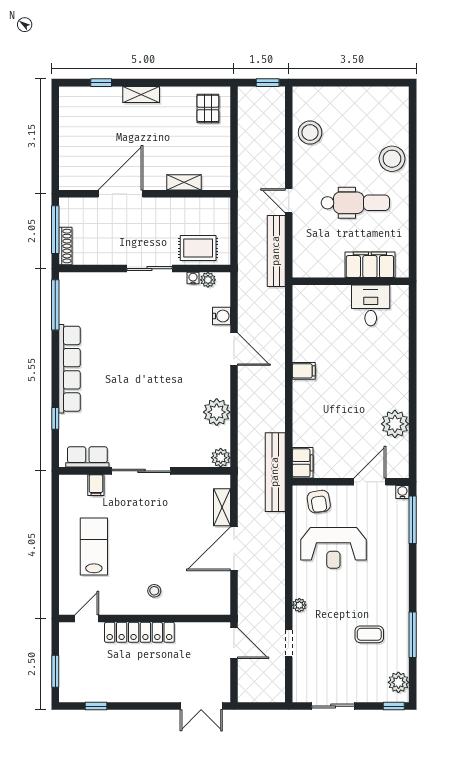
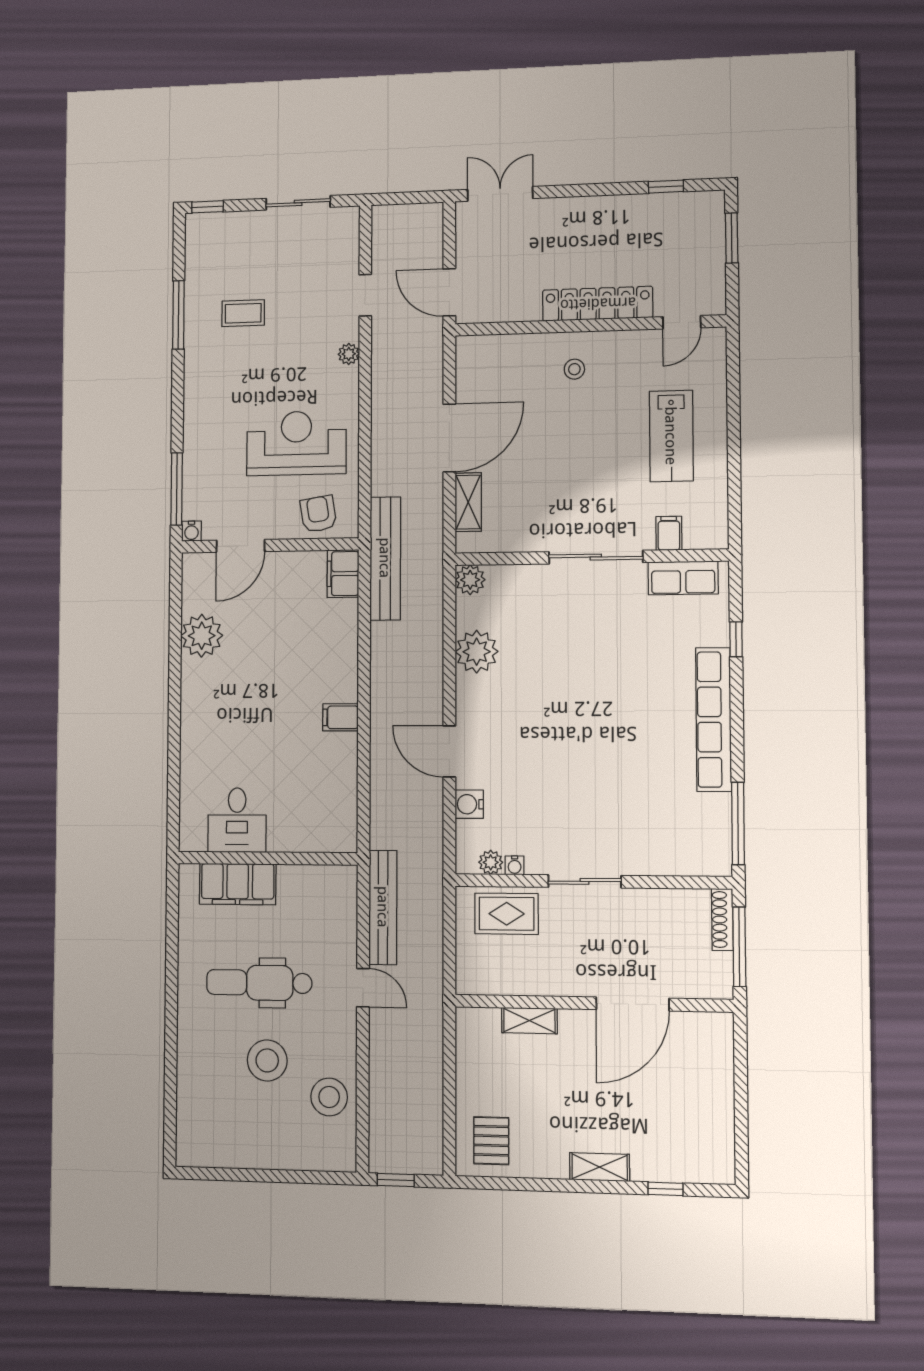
stool: (392, 159) -> (267, 1060), moved
plant: (398, 682) -> (200, 243), removed

